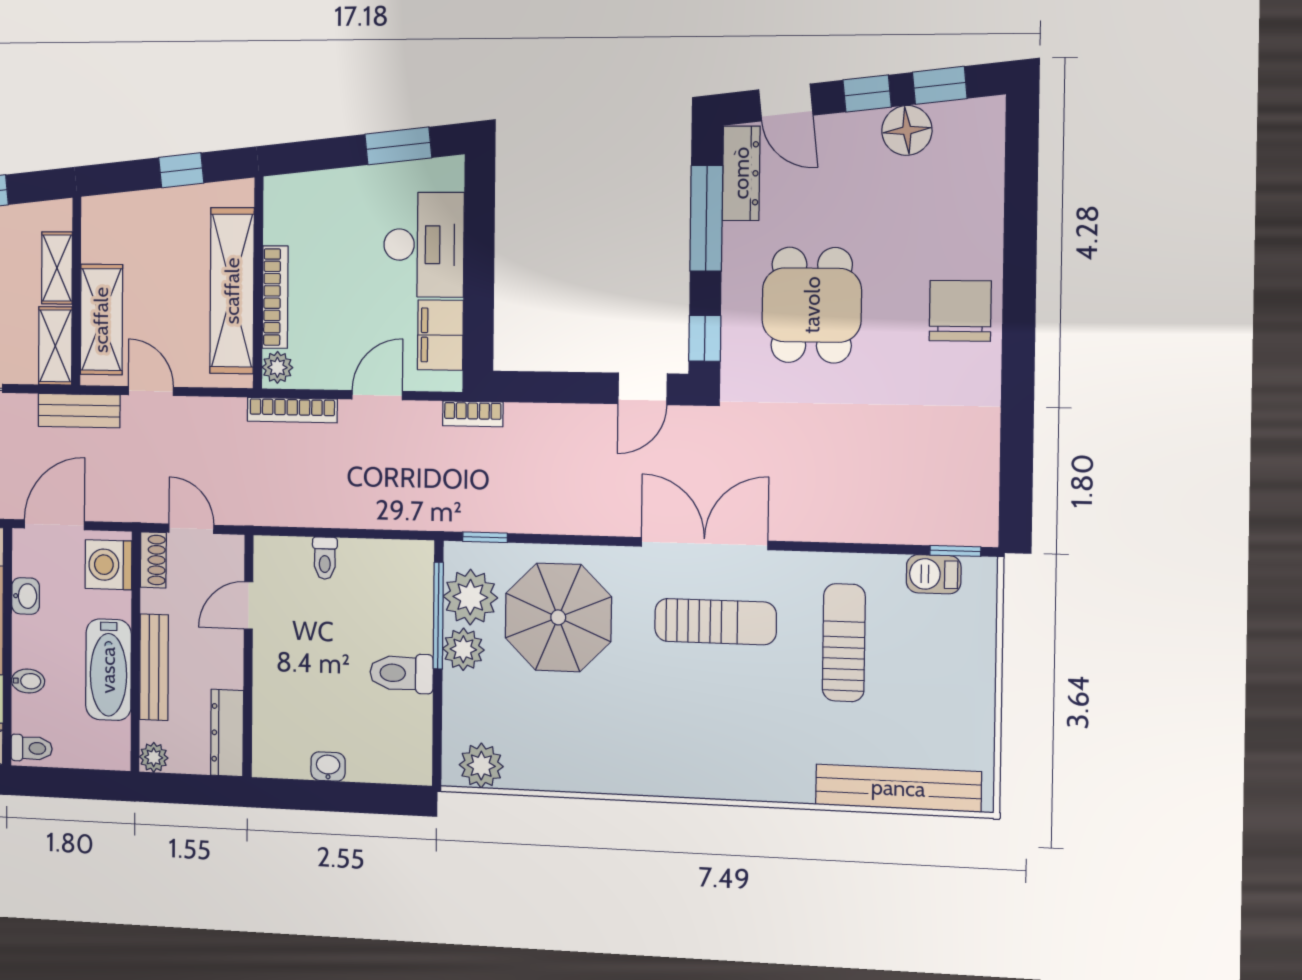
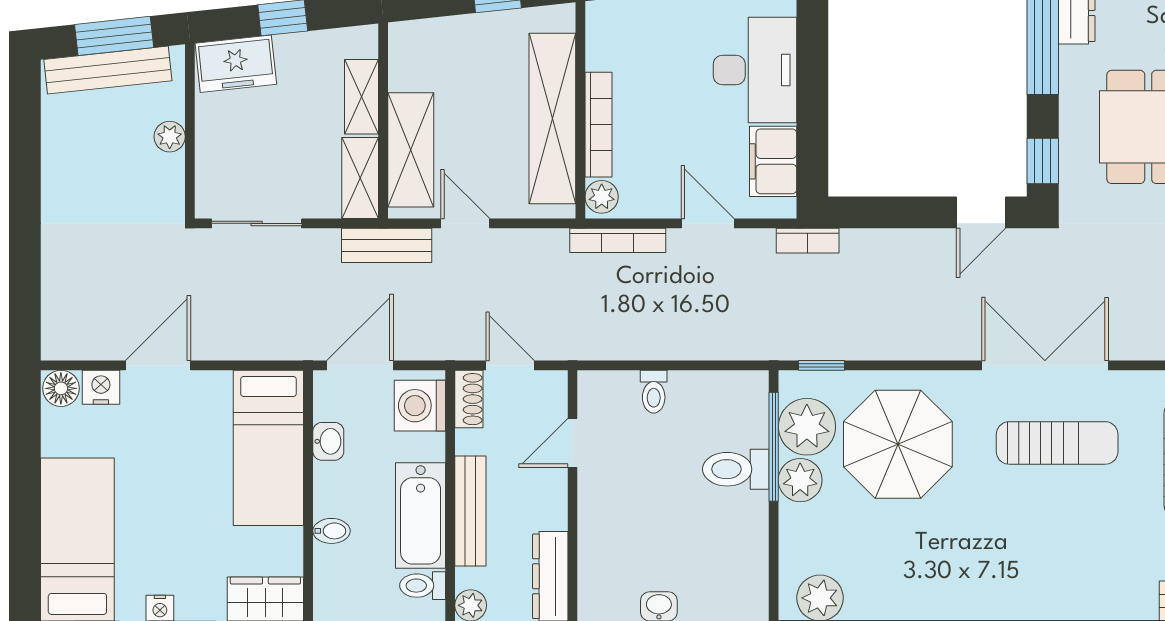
door: (377, 395) -> (708, 223), hinge flipped
toilet: (402, 673) -> (736, 469), moved
toilet: (32, 748) -> (423, 586), moved, turned 180

